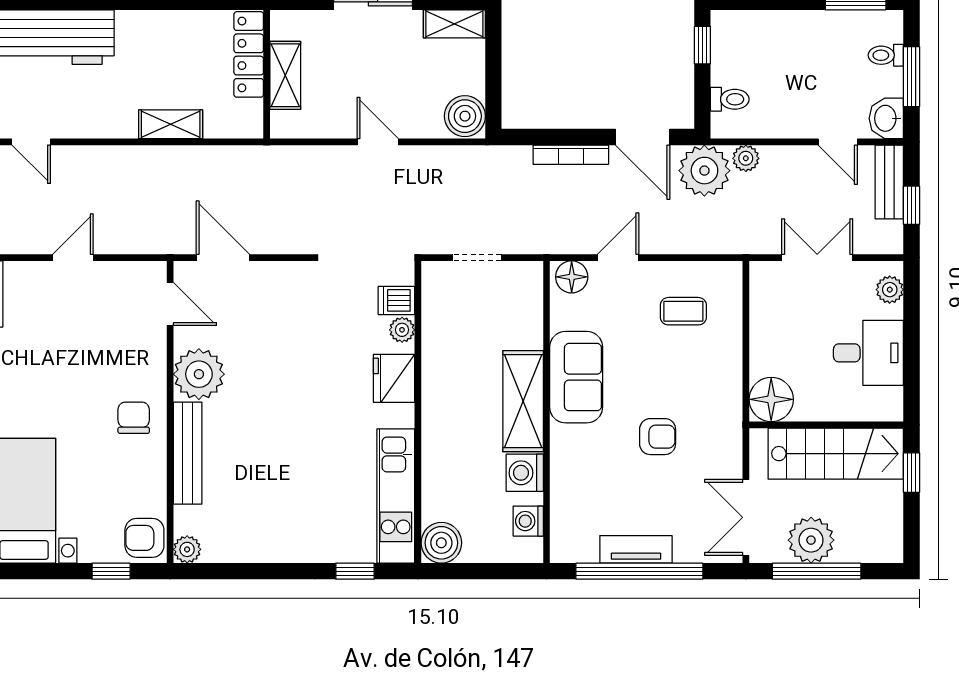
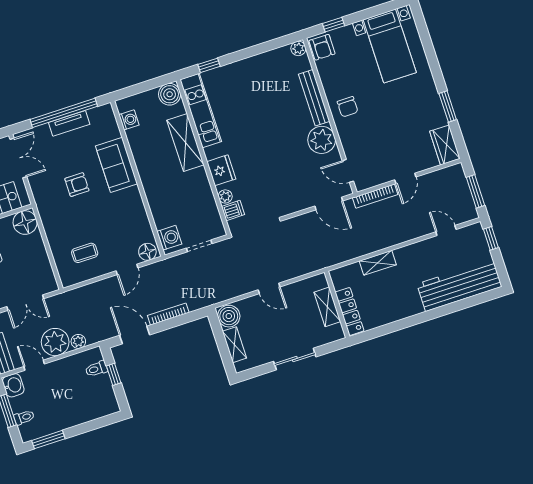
shelving: (454, 24) -> (234, 345), moved, turned 90
window: (702, 45) -> (114, 374), moved
plant: (704, 171) -> (55, 342), moved
bookcase: (137, 244) -> (375, 196), added
sofa: (576, 377) -> (117, 165), moved
shelving: (523, 401) -> (185, 142), moved
armchair: (658, 437) -> (77, 185), turned 180
washing machine: (525, 473) -> (169, 238), moved
armchair: (144, 538) -> (322, 47), turned 90

